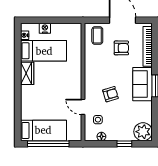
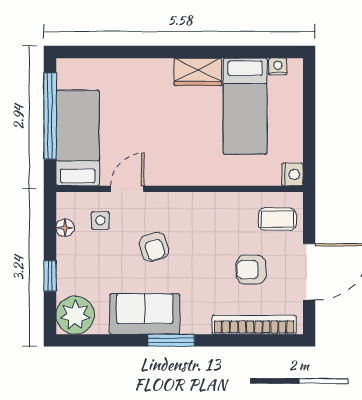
nightstand: (45, 28) -> (292, 174), moved
armchair: (121, 48) -> (251, 270), turned 90
sofa: (142, 84) -> (145, 314), moved
bed: (43, 130) -> (78, 138), moved, turned 180

